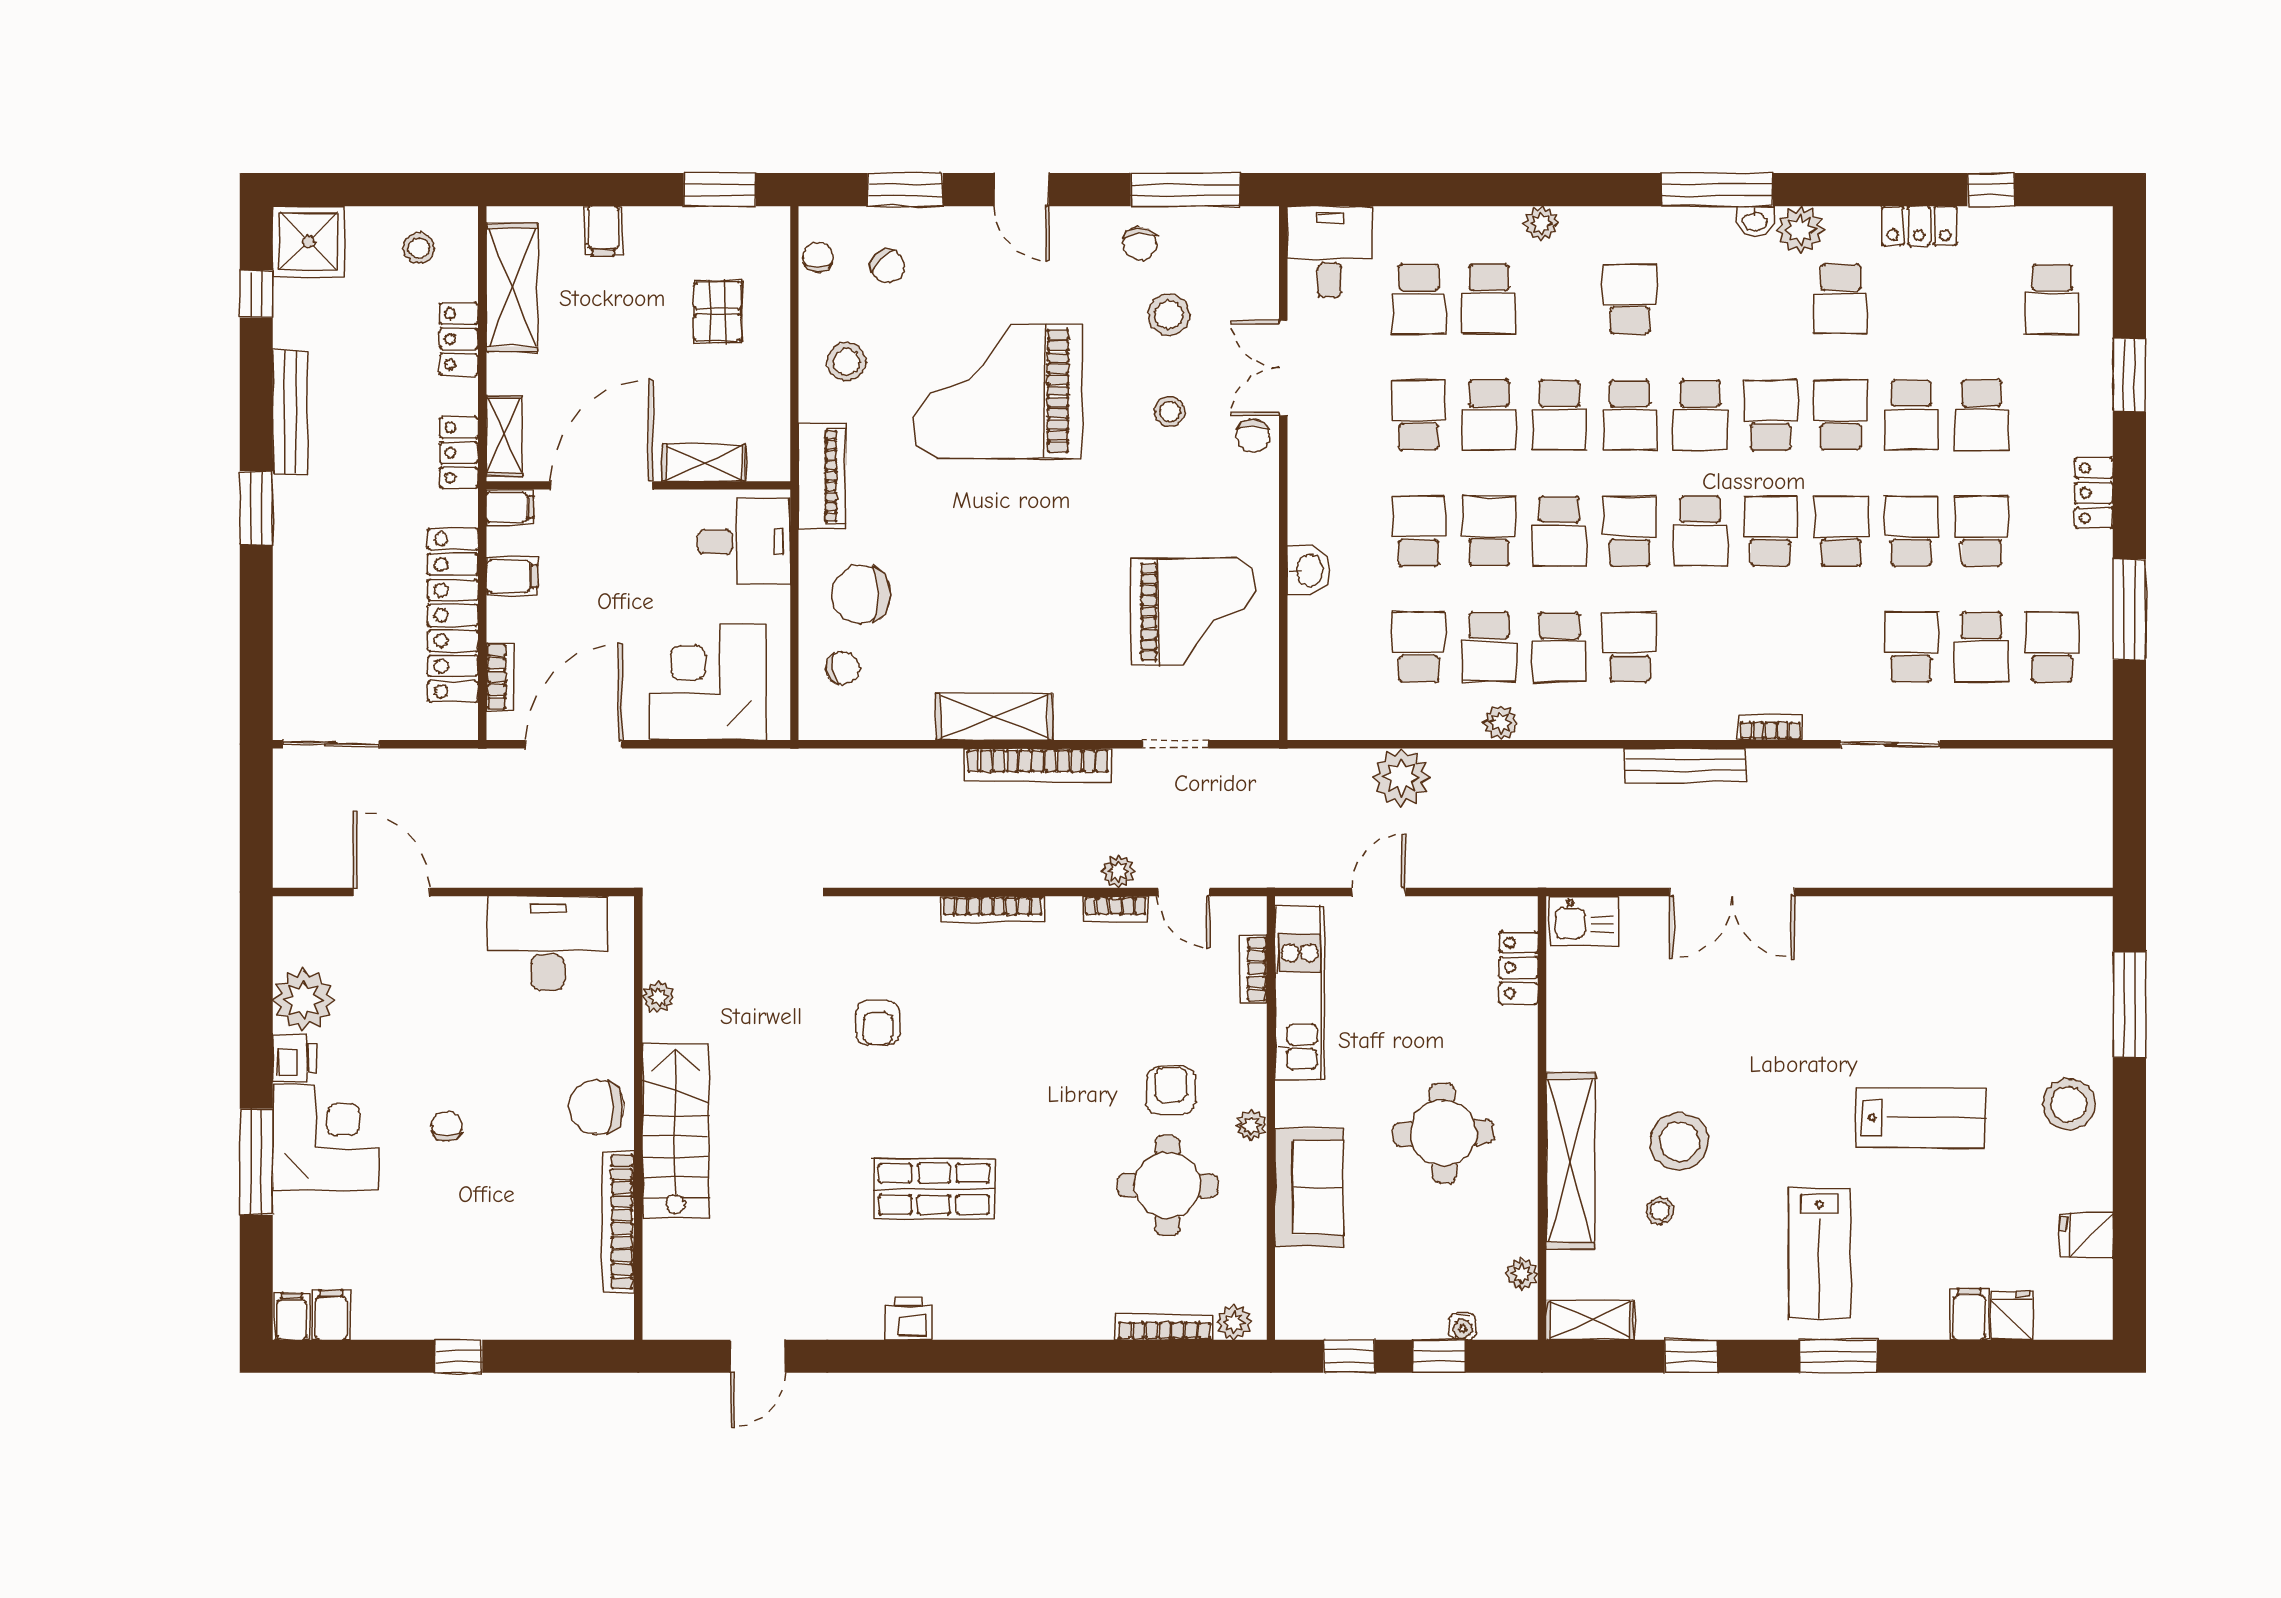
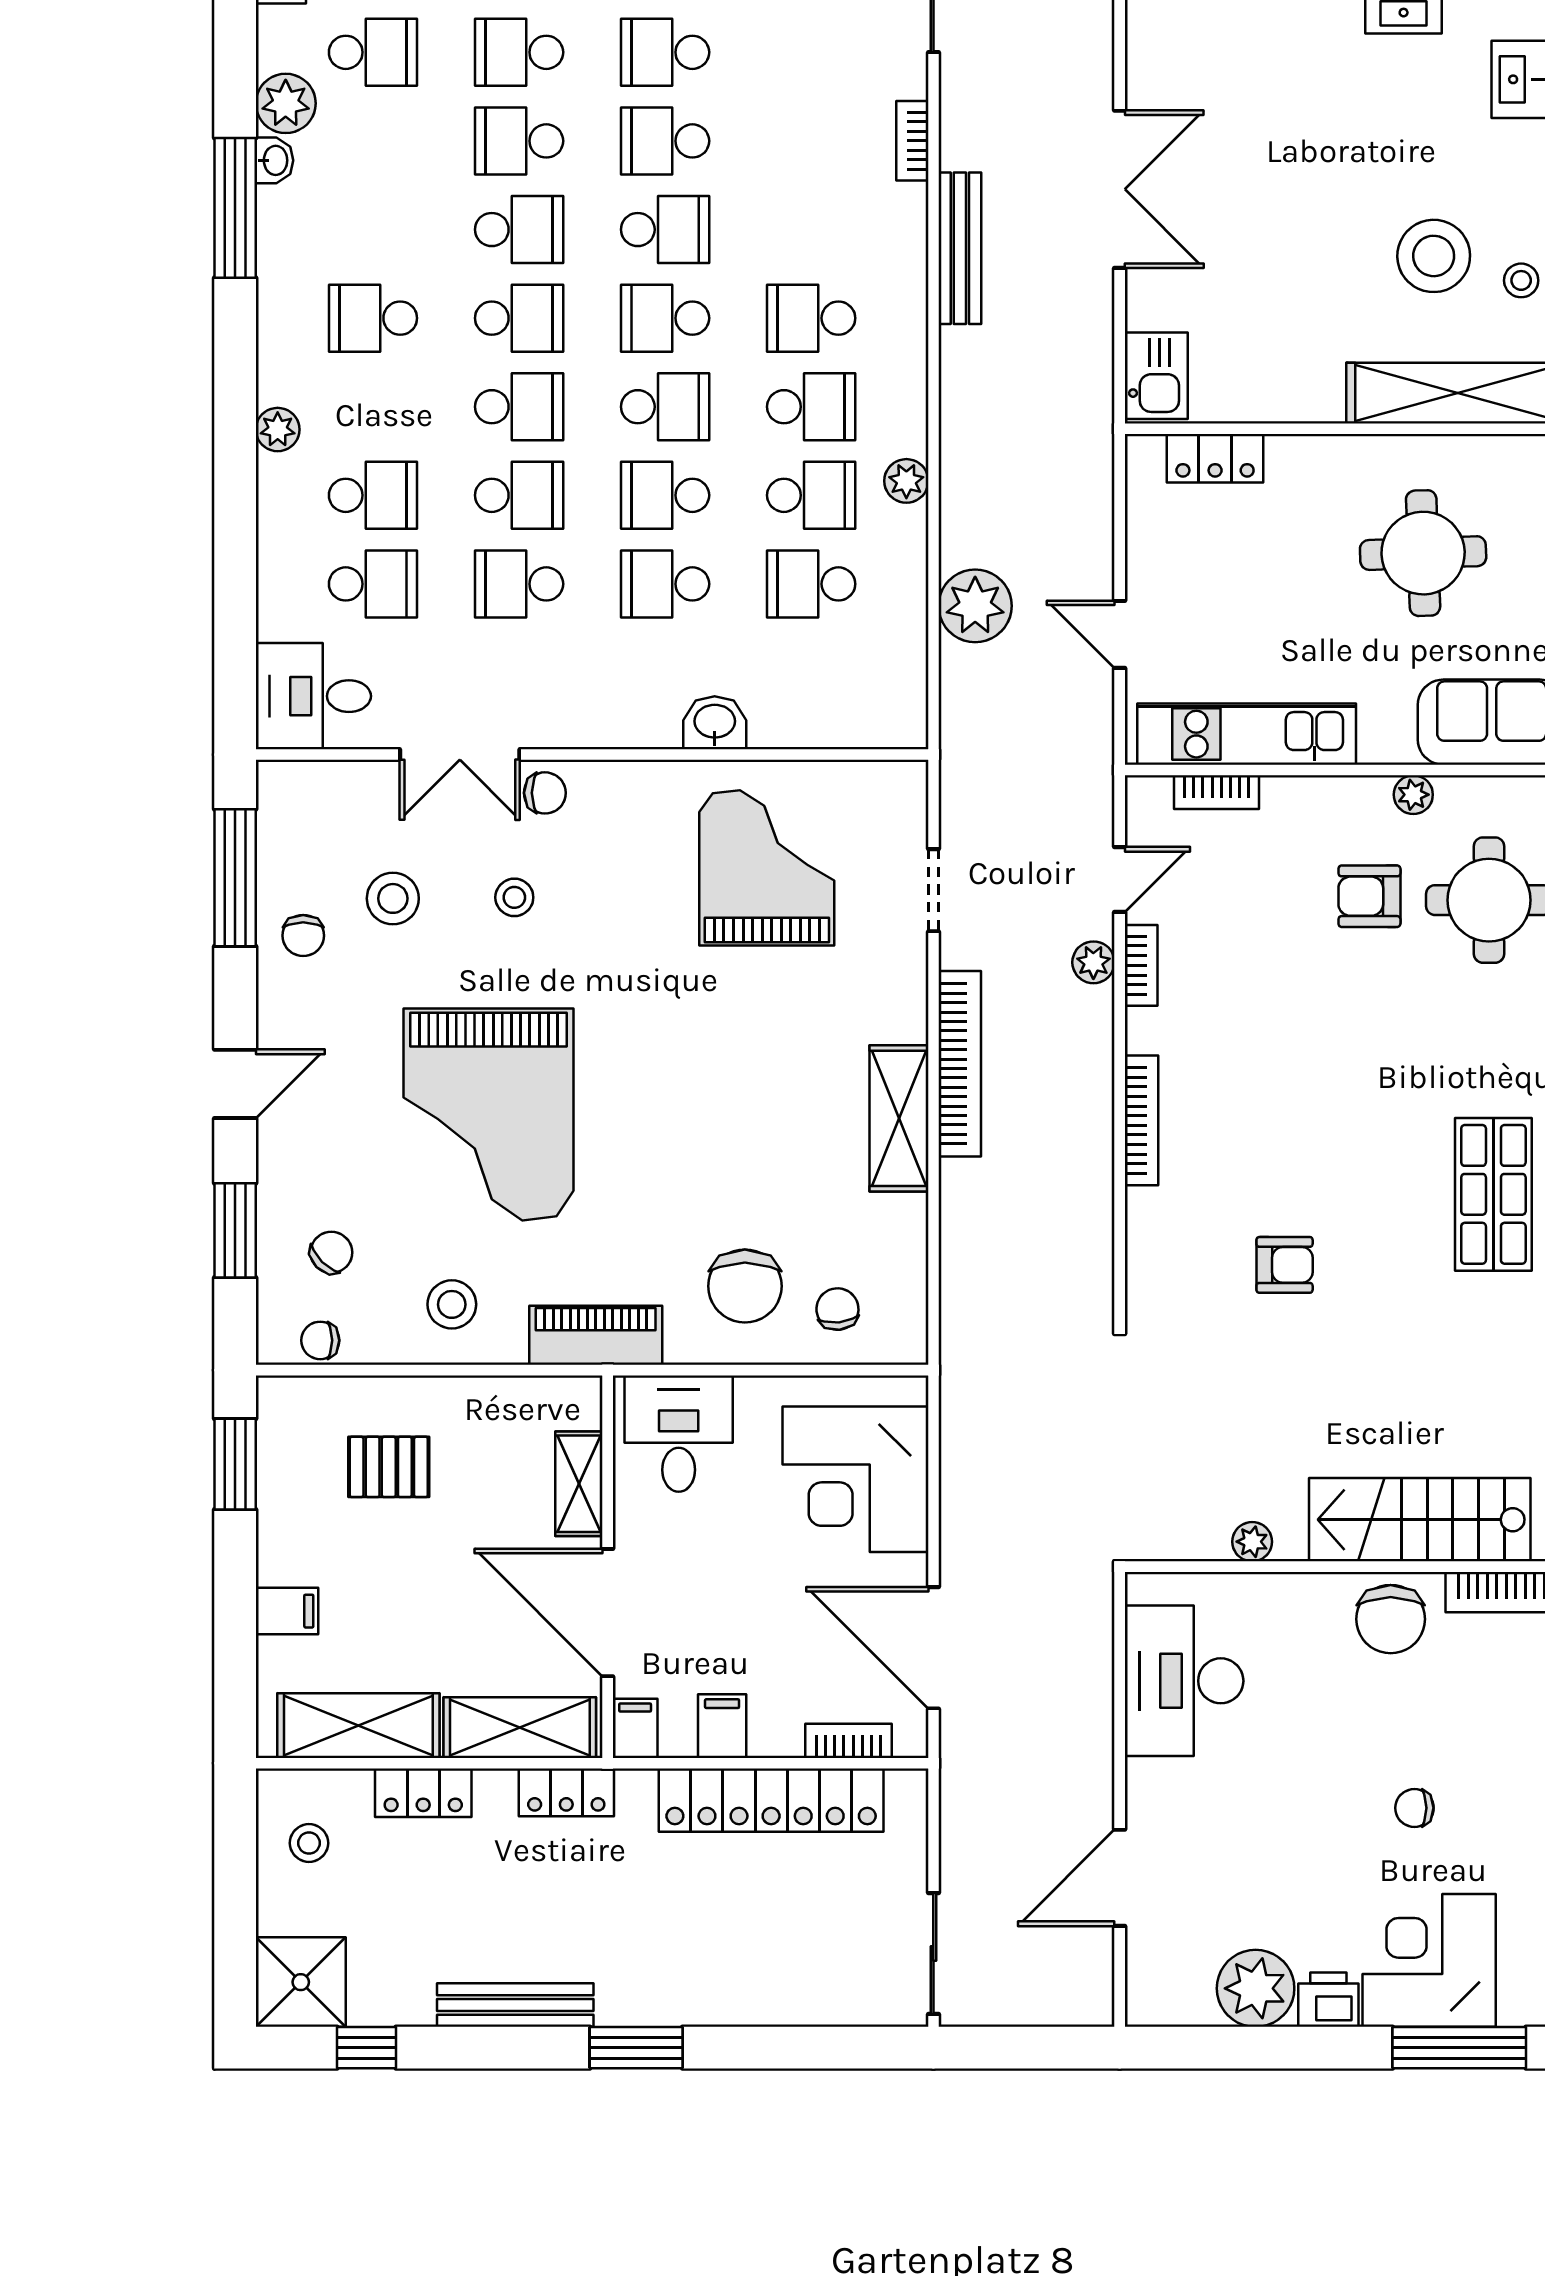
chair: (1139, 244) -> (303, 936), turned 96
shelving: (504, 436) -> (520, 1728), width x1.50, depth x1.33

